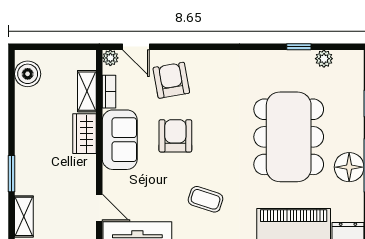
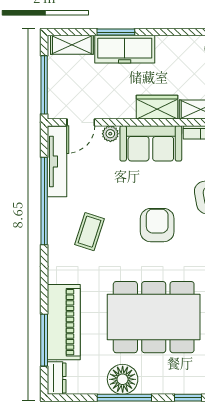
armchair: (175, 136) -> (157, 225), moved, turned -90
freezer: (28, 165) -> (125, 49), added
plant: (110, 179) -> (110, 134), added

